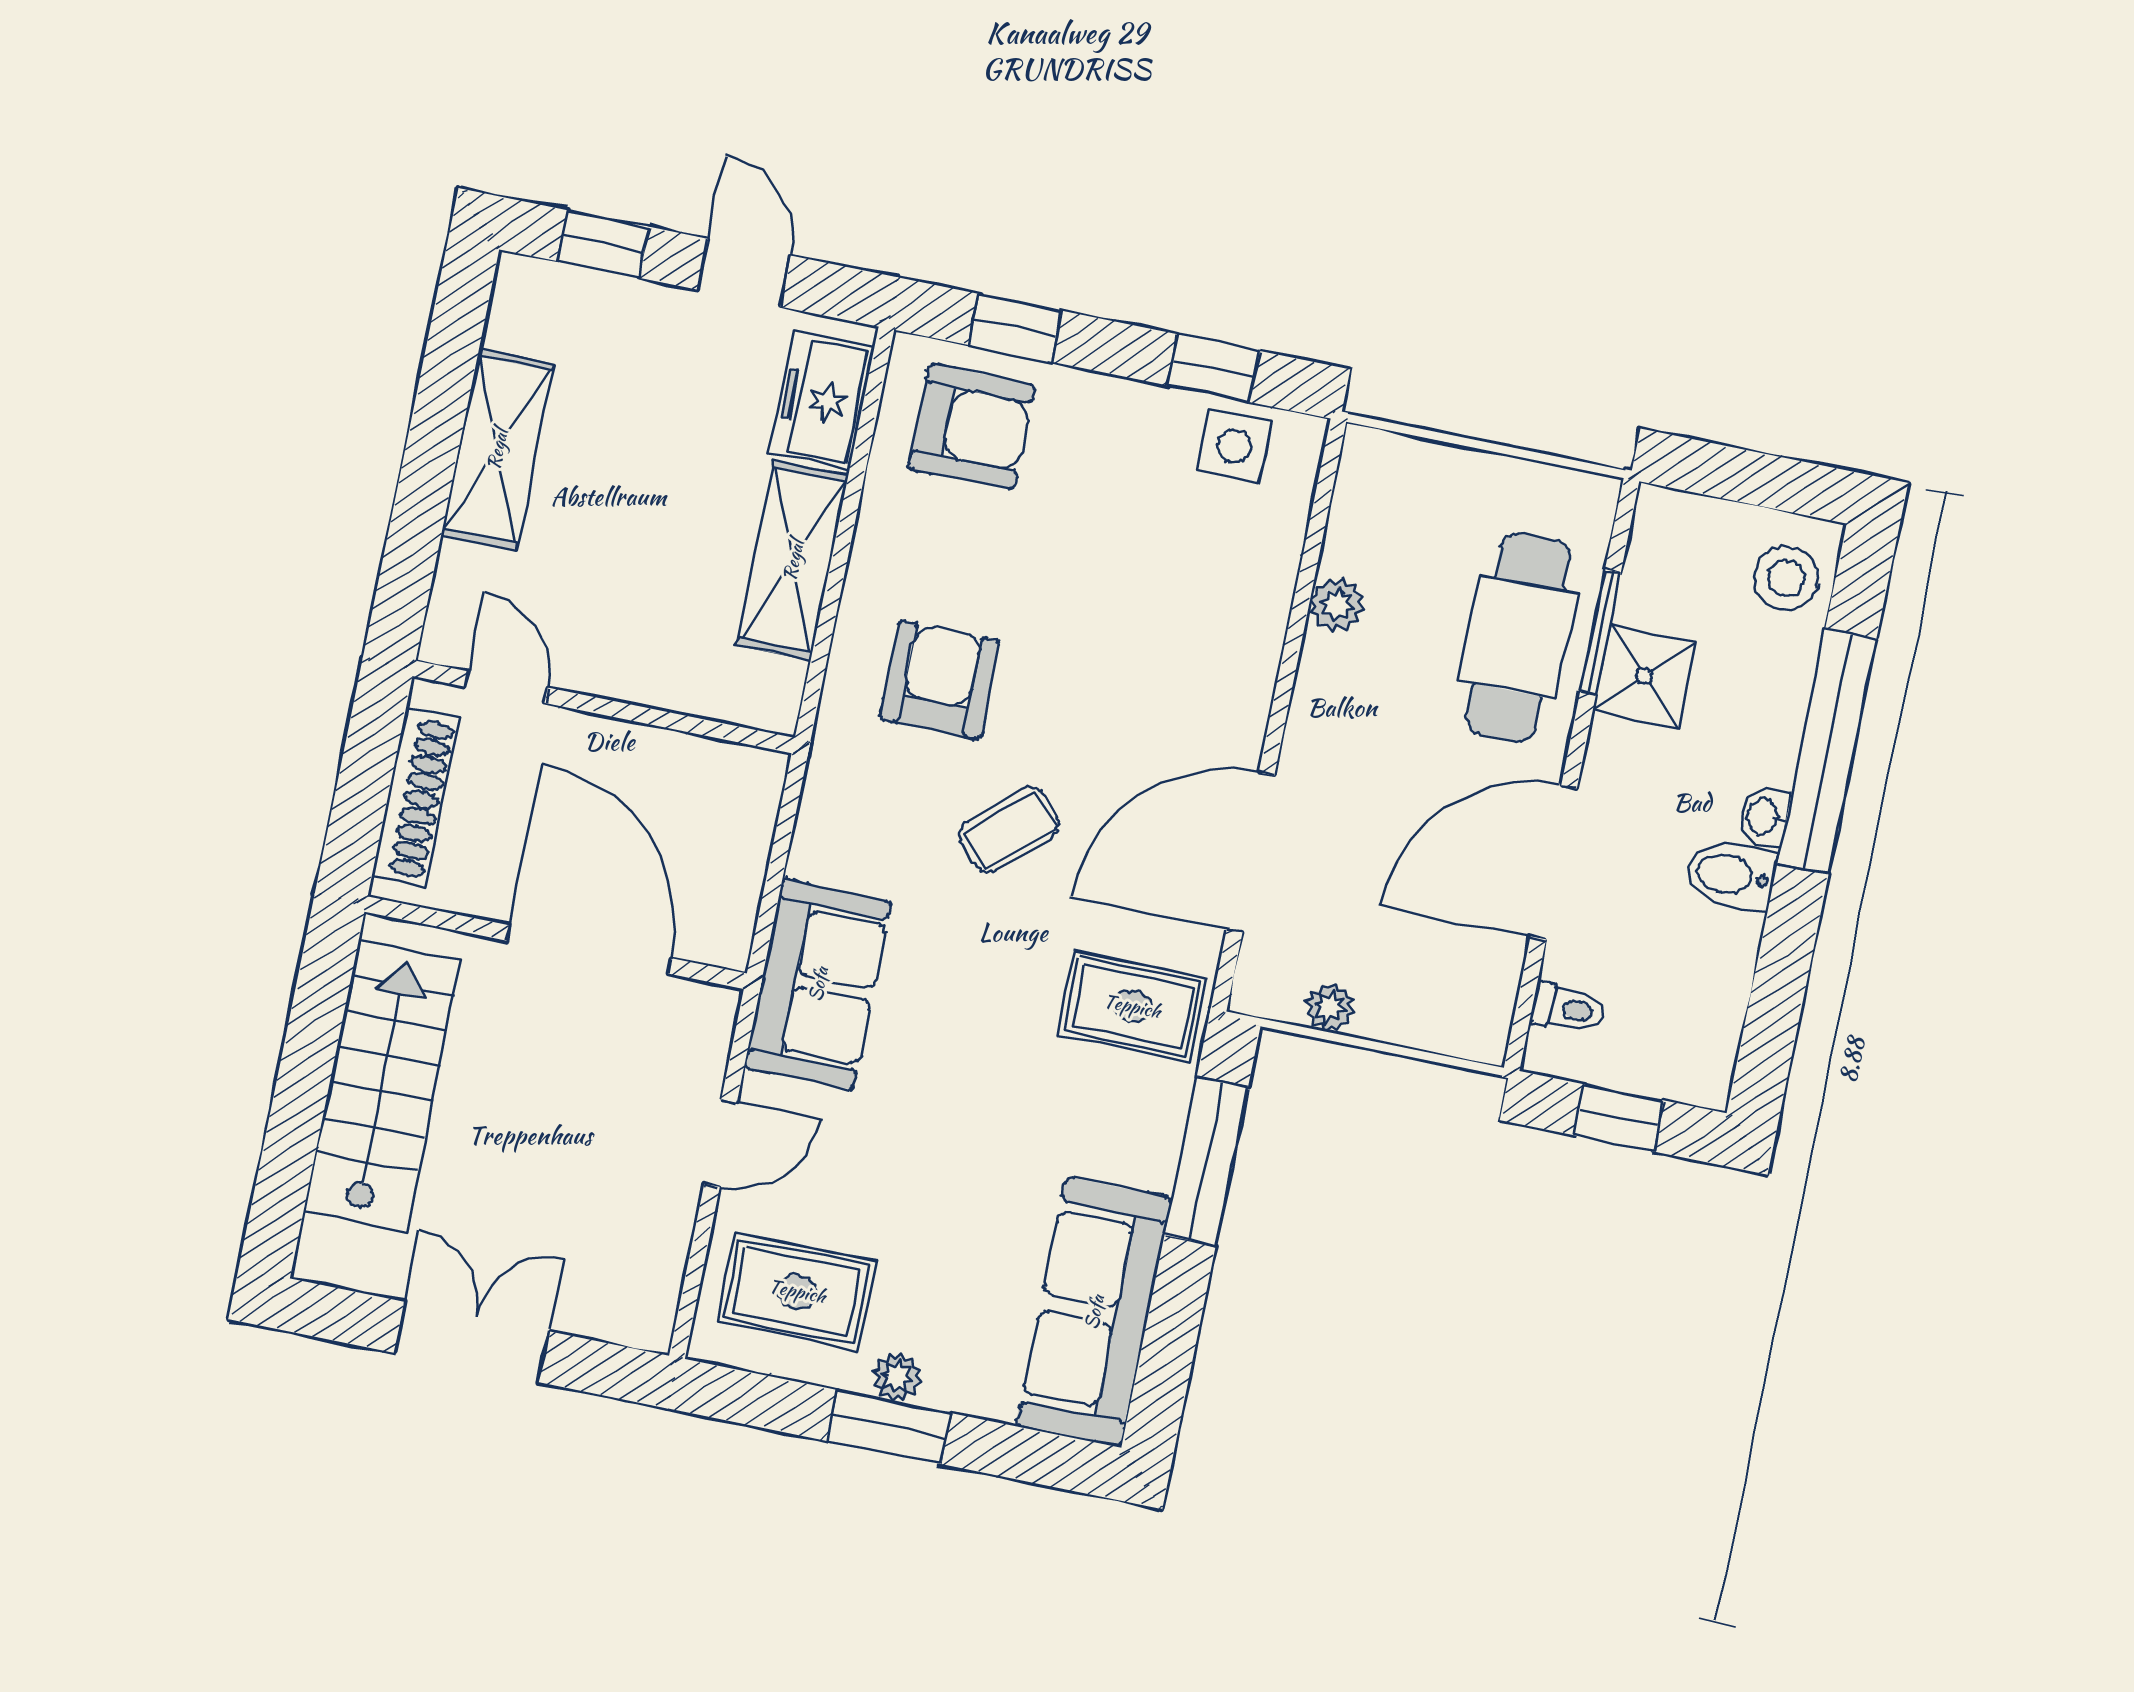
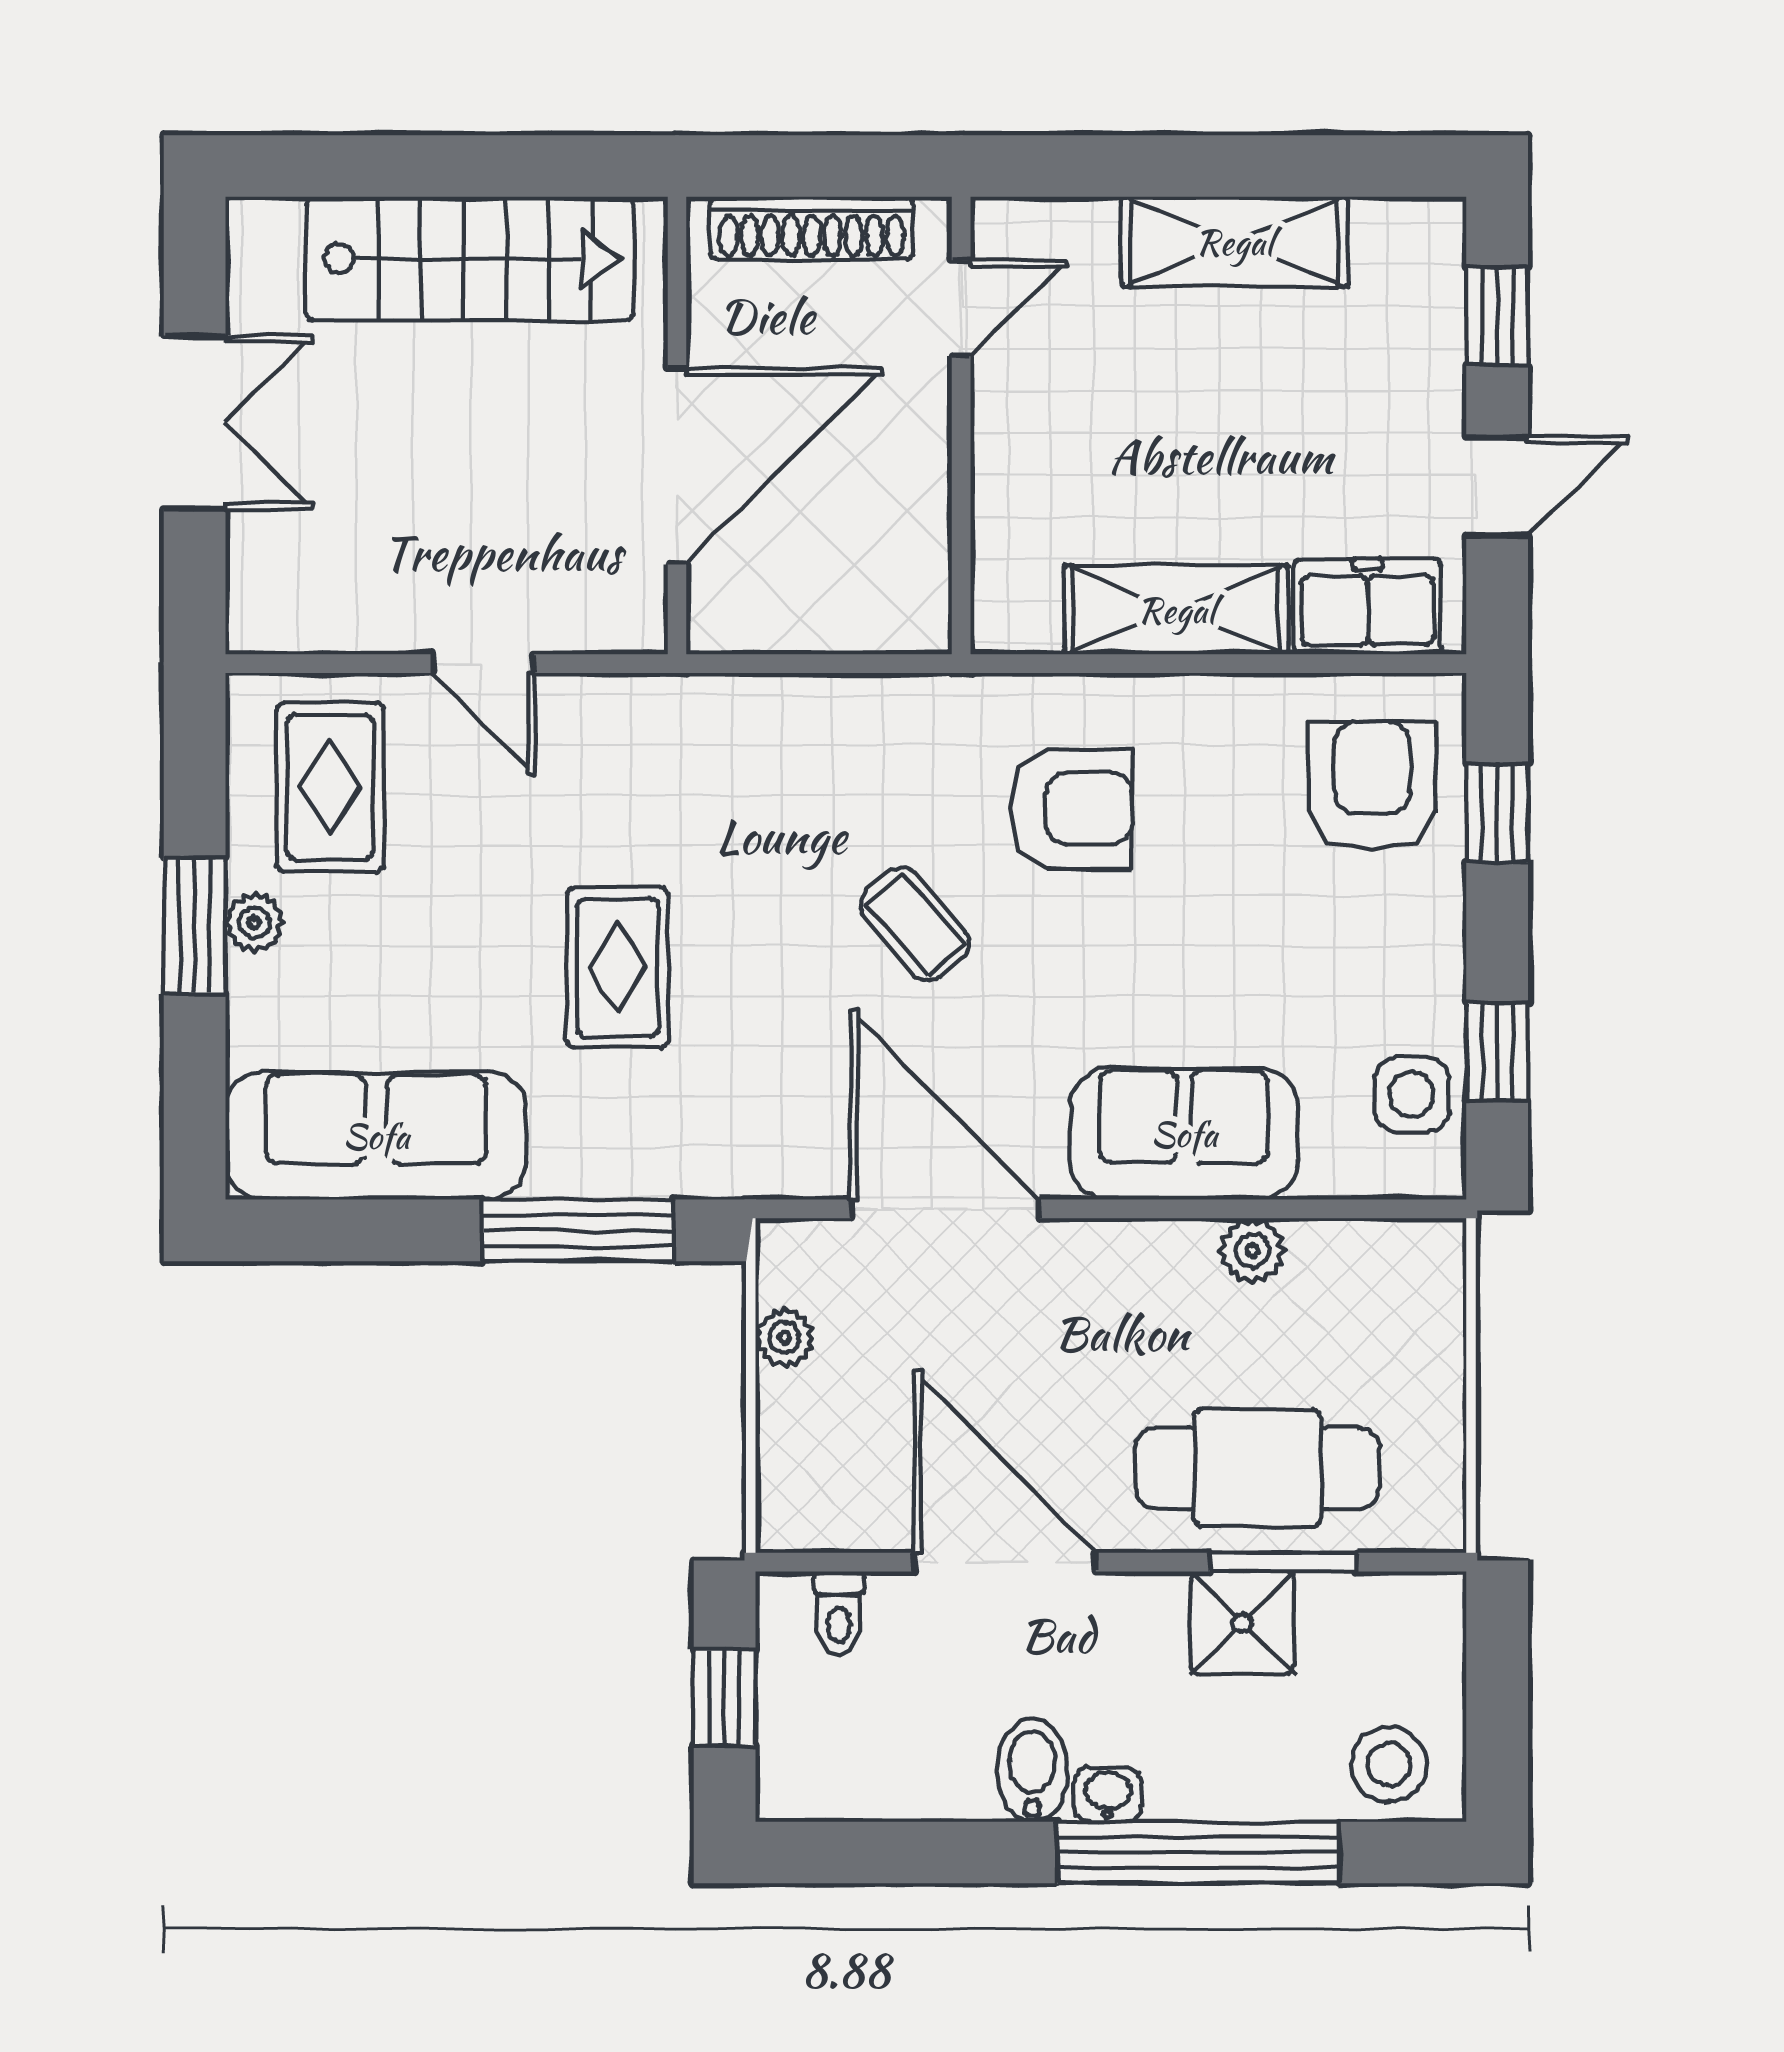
armchair: (972, 427) -> (1372, 786), turned 180
sofa: (818, 984) -> (1184, 1134), moved, turned 180
rug: (1132, 1006) -> (618, 968), moved

